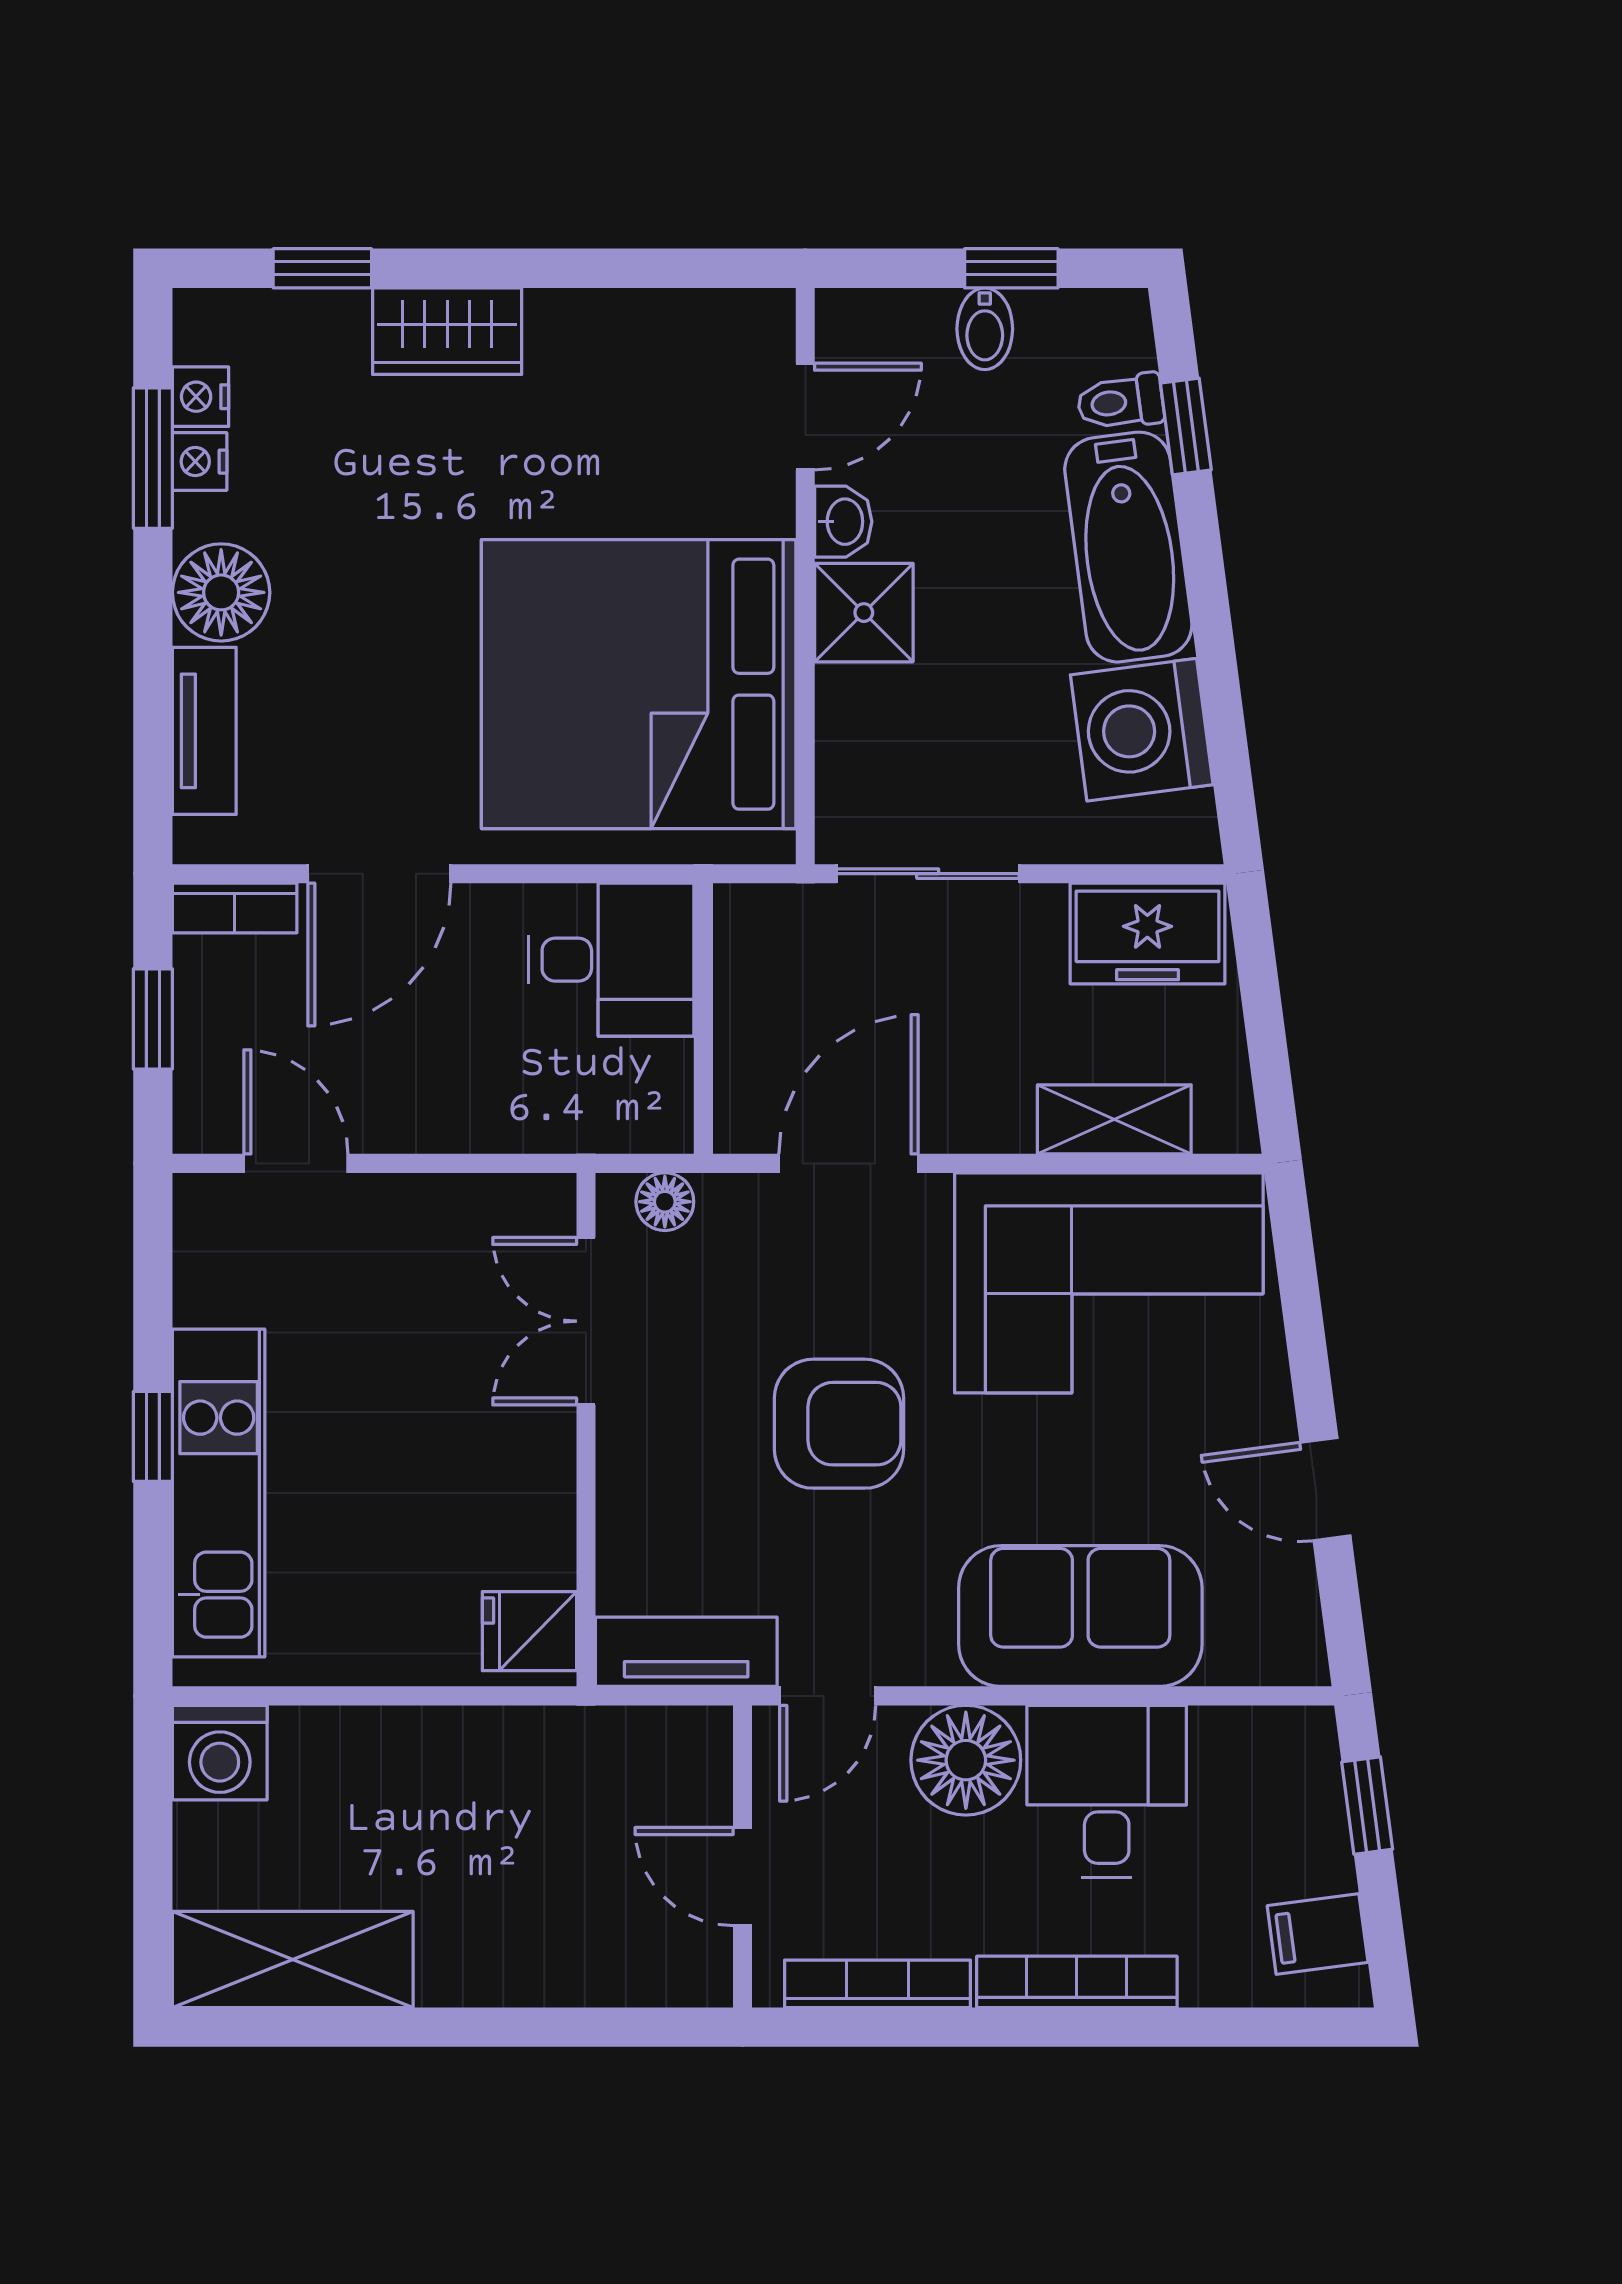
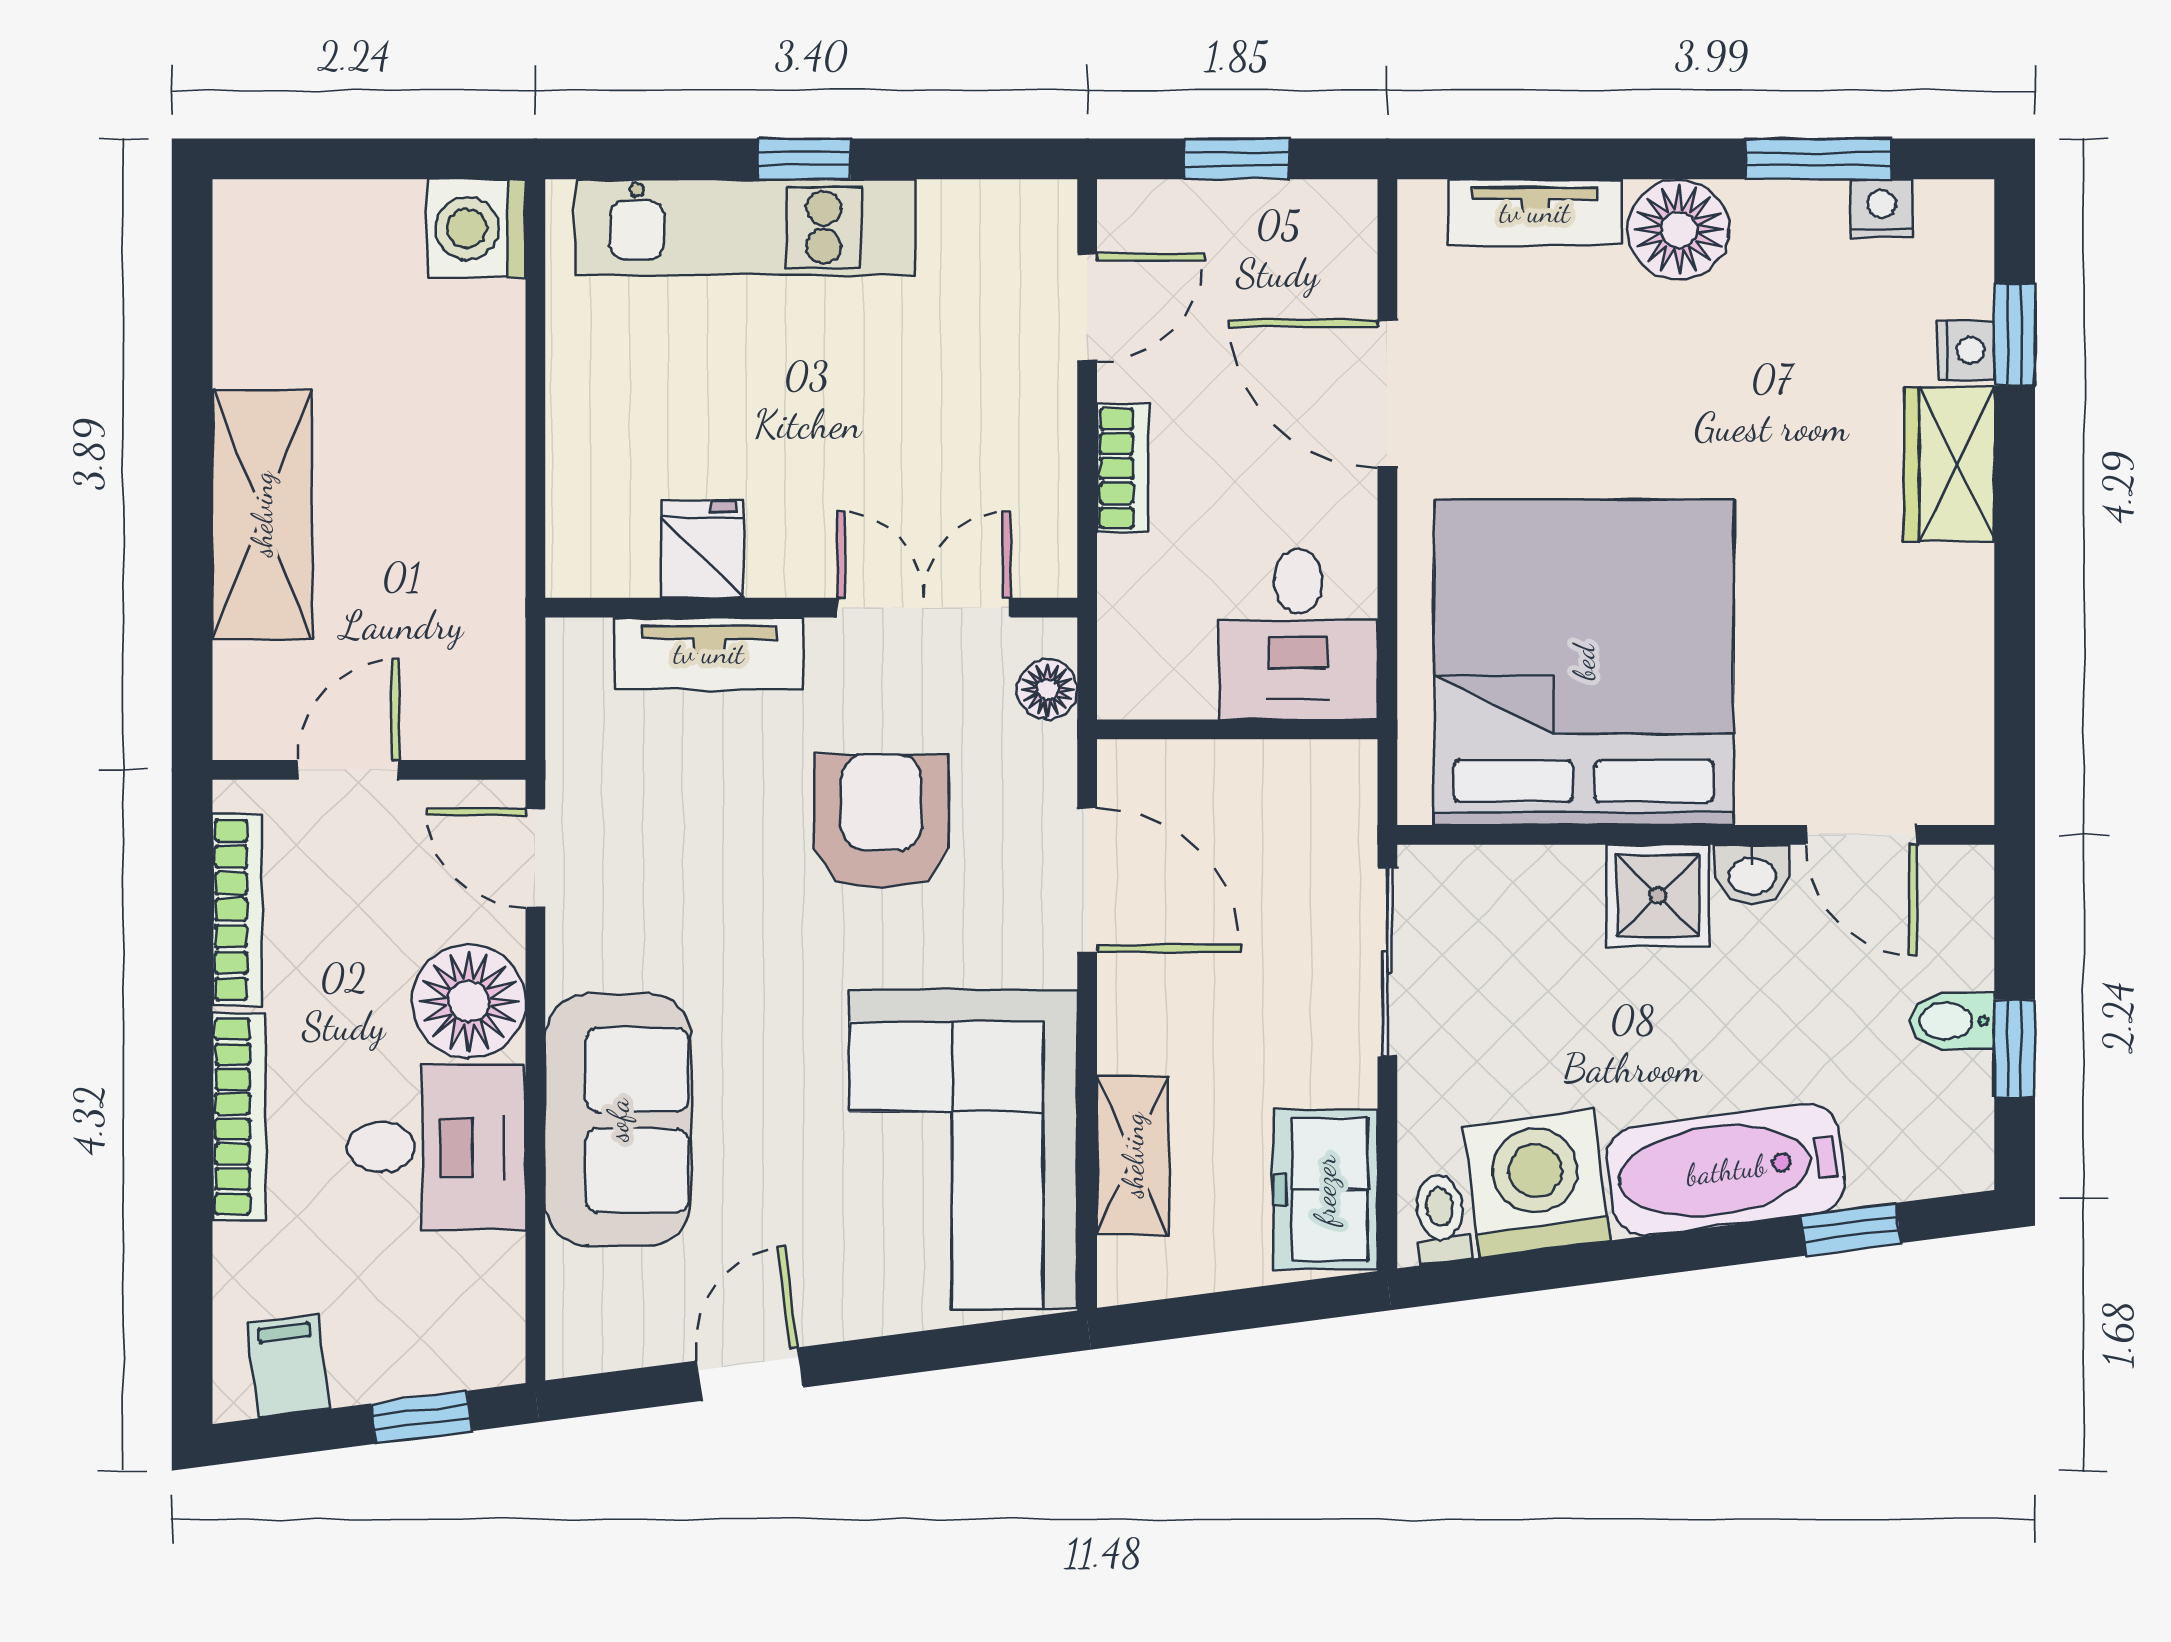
toilet: (1121, 402) -> (1441, 1219), moved
nightstand: (200, 462) -> (1966, 350), moved, turned 90
bookcase: (235, 908) -> (1123, 468), moved, turned 180
armchair: (839, 1424) -> (881, 821), moved, turned 180
fridge: (529, 1631) -> (702, 549), moved
tv unit: (686, 1652) -> (709, 653), moved, turned 90
shelving: (293, 1959) -> (262, 514), moved

